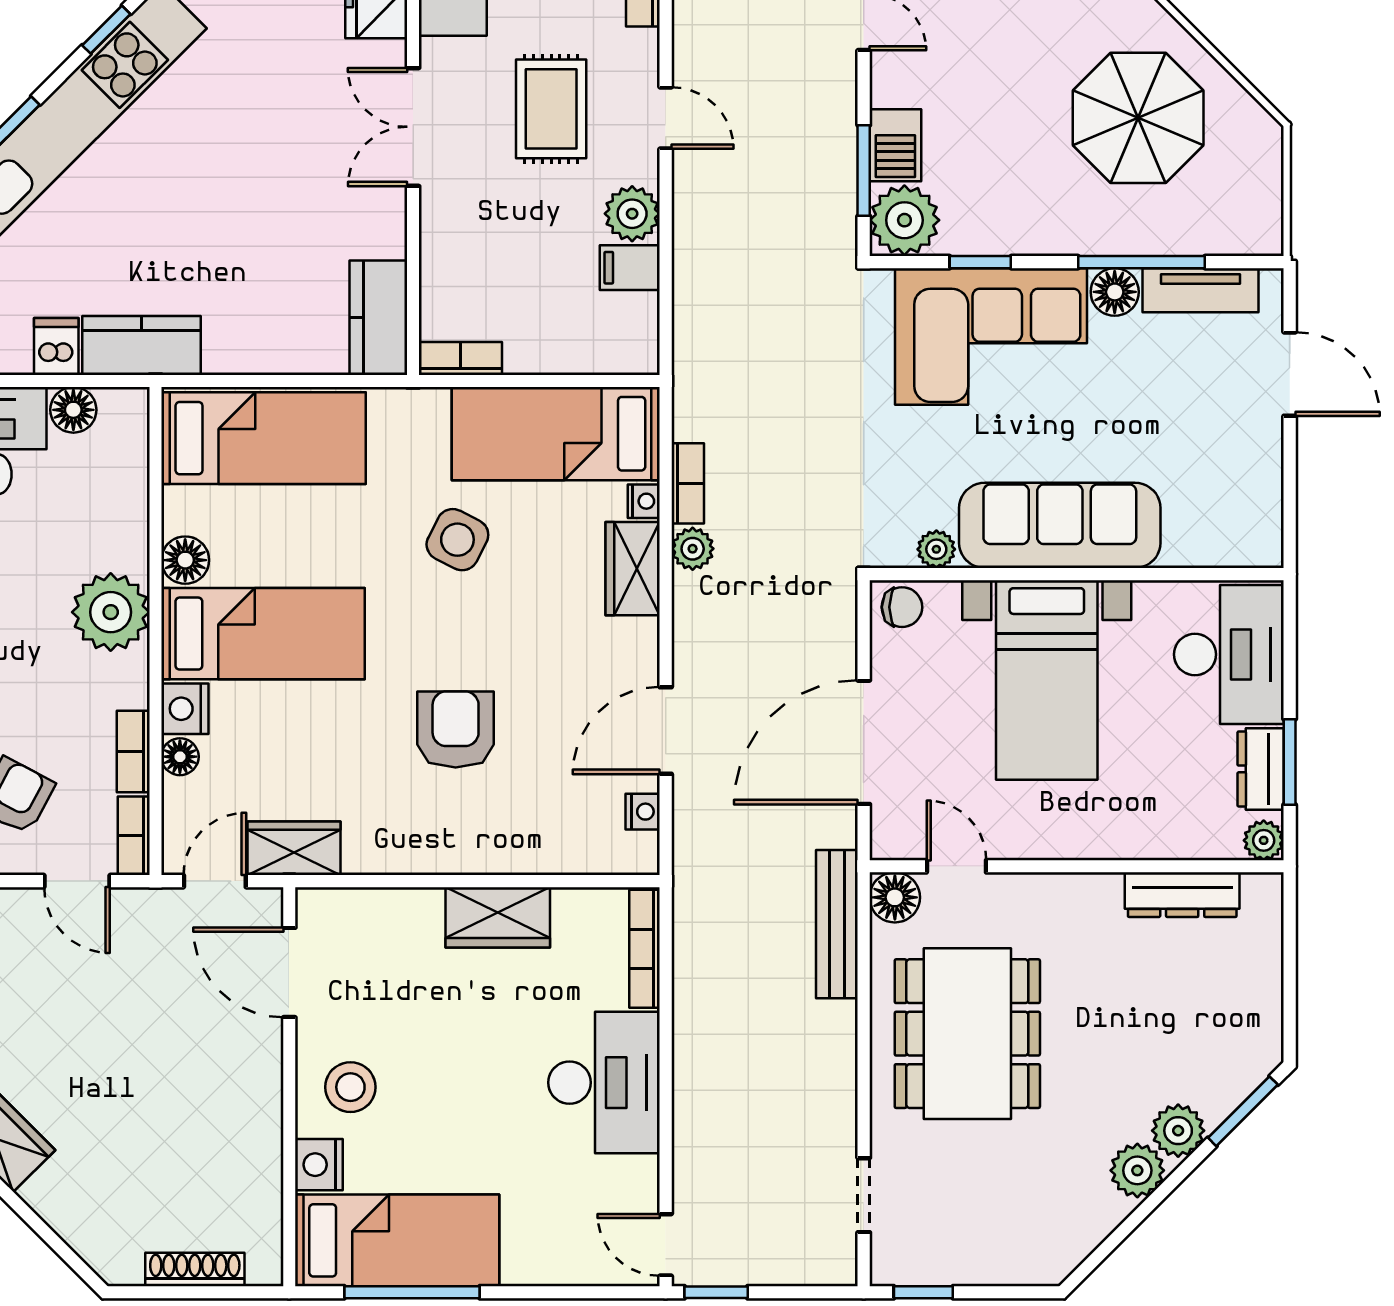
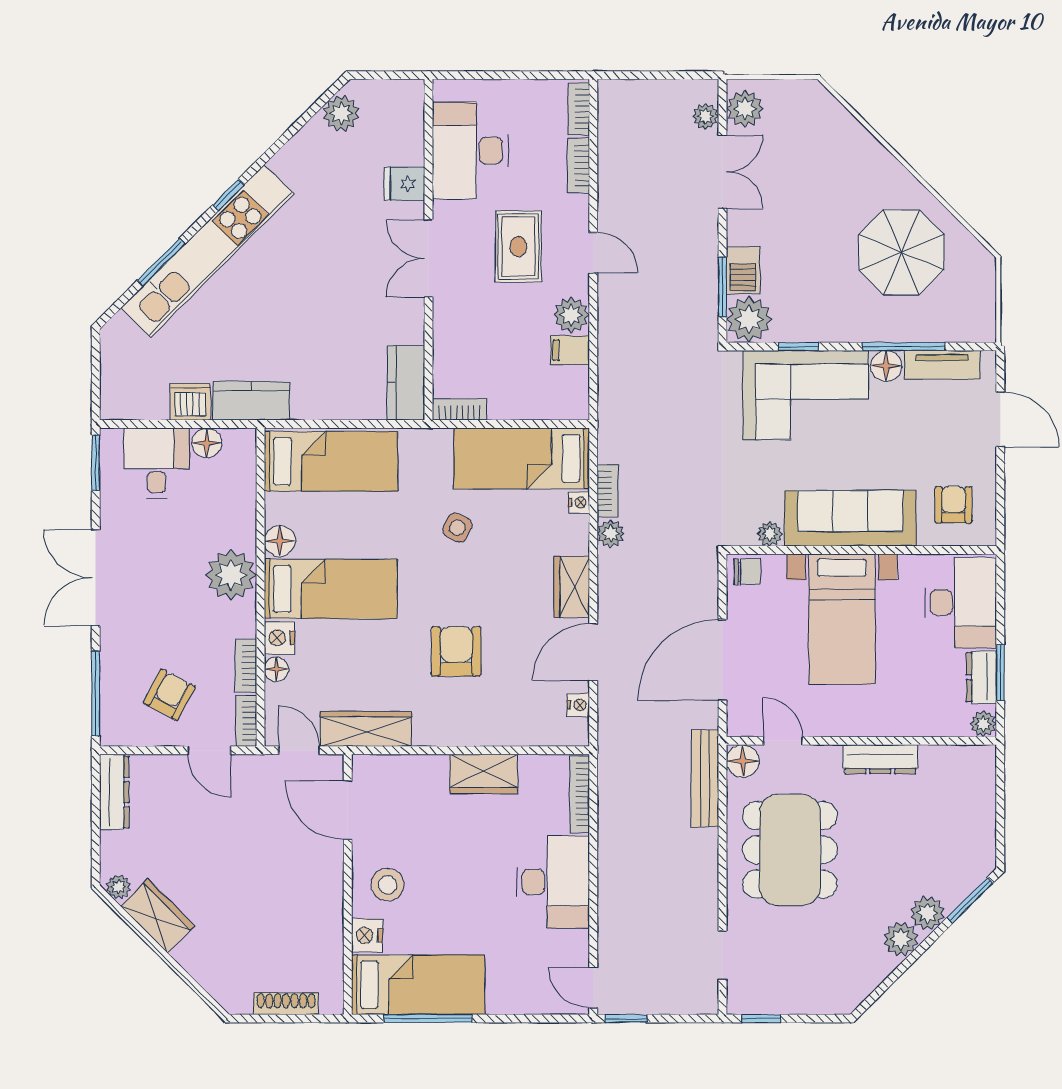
dishwasher: (56, 347) -> (190, 402), width x1.38
armchair: (1218, 505) -> (954, 505), added
side table: (457, 540) -> (457, 528), width x0.73, depth x0.73
wardrobe: (633, 569) -> (572, 587), moved
wardrobe: (294, 848) -> (366, 729), width x1.50
door: (215, 881) -> (299, 750), hinge flipped
dresser: (1182, 895) -> (880, 759), moved

